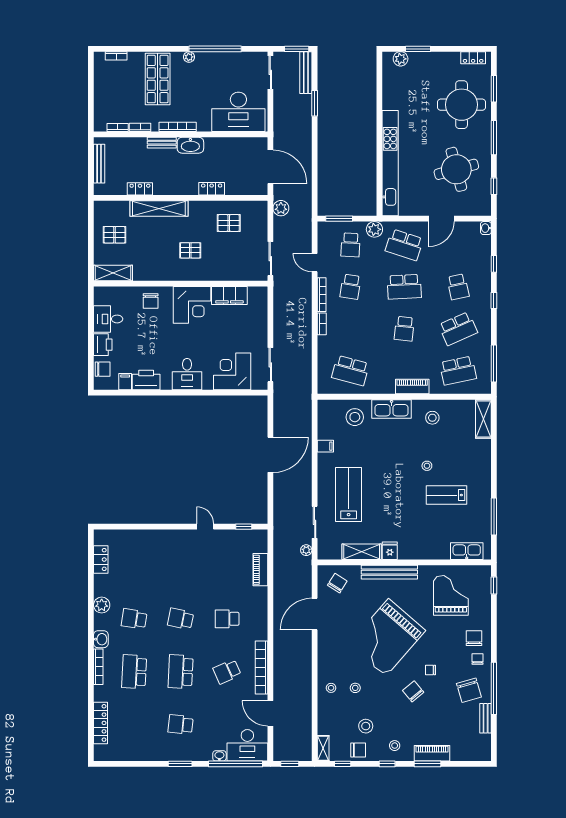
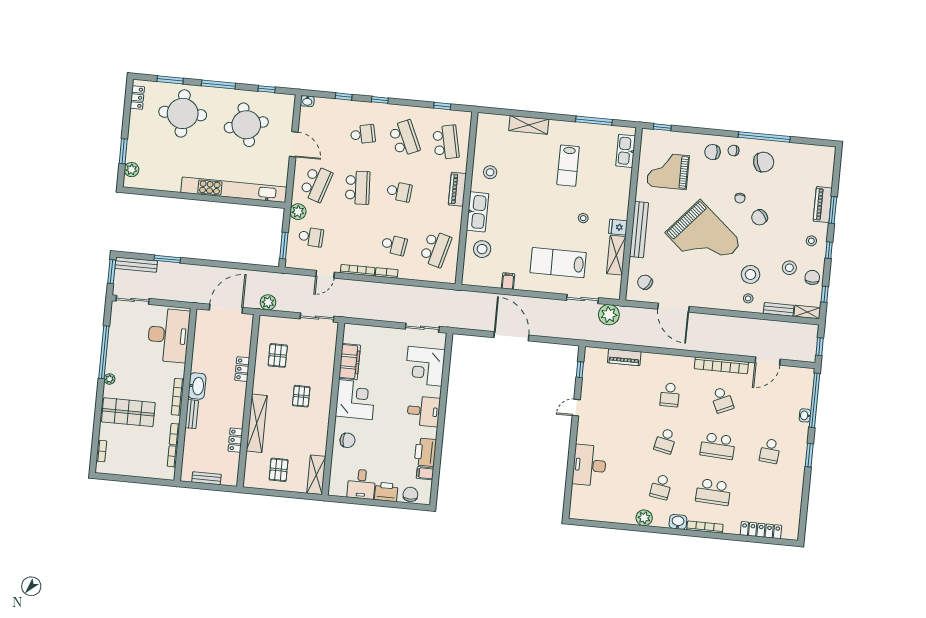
bench: (99, 164) -> (206, 478), width x0.73
school desk: (350, 287) -> (394, 245), moved
window: (494, 364) -> (442, 106), width x0.46
shelving: (483, 419) -> (529, 125), moved
stool: (427, 466) -> (583, 218), moved
plant: (306, 550) -> (609, 315), width x1.88, depth x1.88
locker: (101, 560) -> (599, 514), removed
stool: (355, 688) -> (750, 274), width x1.89, depth x1.89
bench: (486, 718) -> (779, 309), moved
desk: (247, 745) -> (589, 465), moved, turned 180

